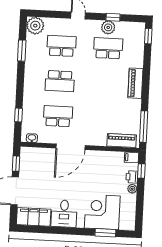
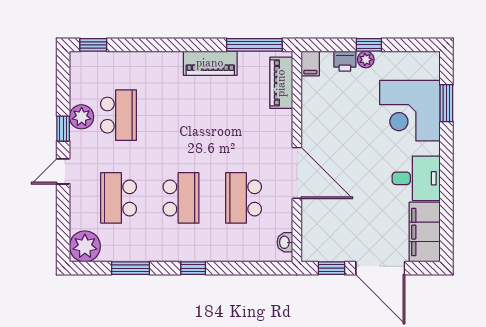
window: (113, 17) -> (63, 129), moved
school desk: (108, 48) -> (119, 115), turned 180
piano: (135, 83) -> (210, 63), moved
window: (18, 115) -> (193, 268), moved
window: (141, 171) -> (369, 45), moved

